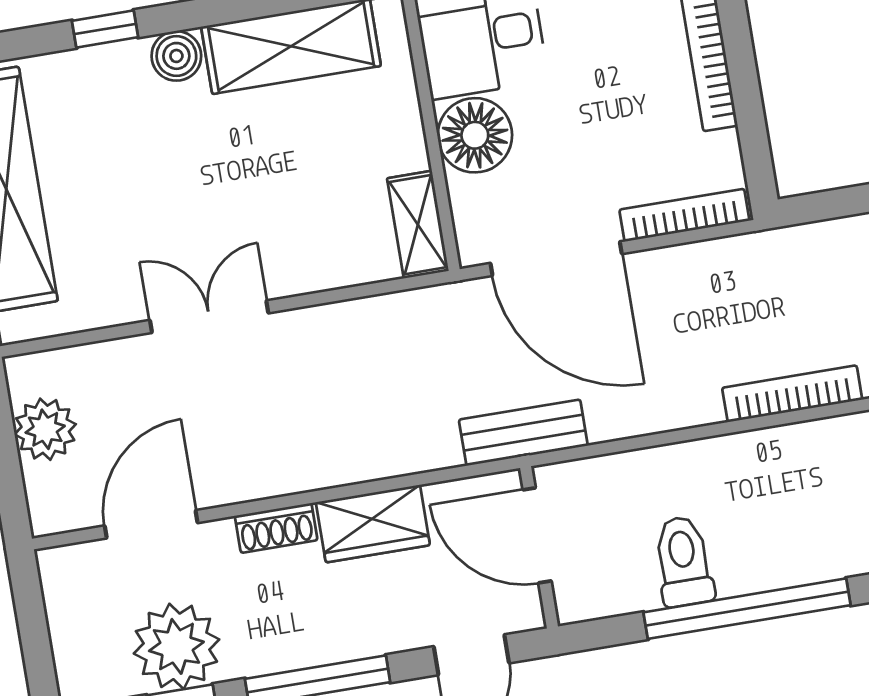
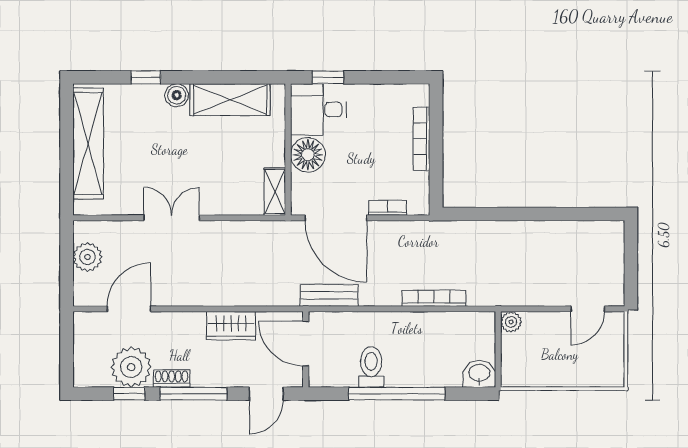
bookcase: (684, 215) -> (388, 208), width x0.64
bench: (523, 433) -> (329, 295), moved
shoe rack: (276, 528) -> (172, 379), moved, turned 180

